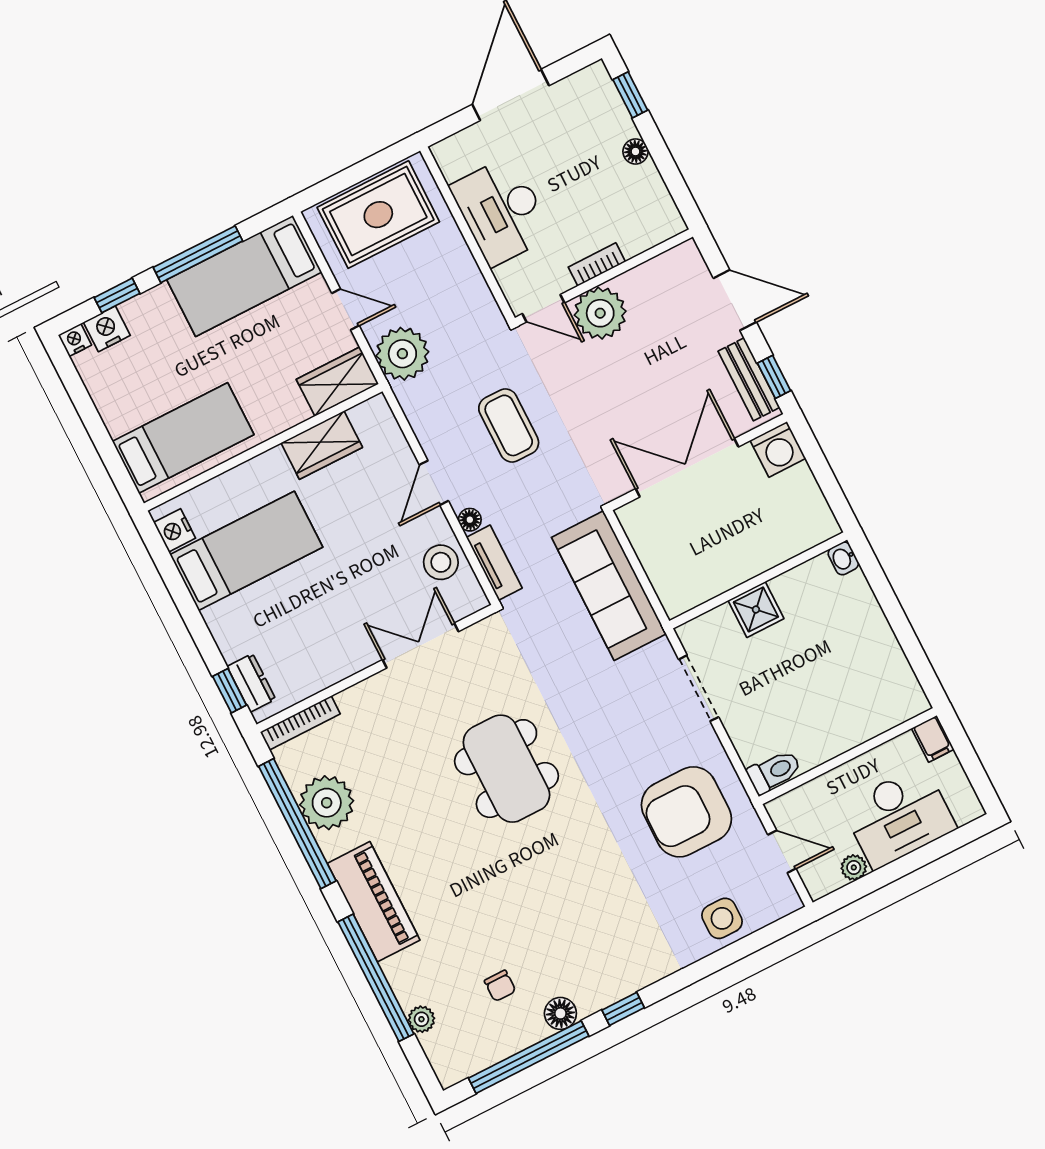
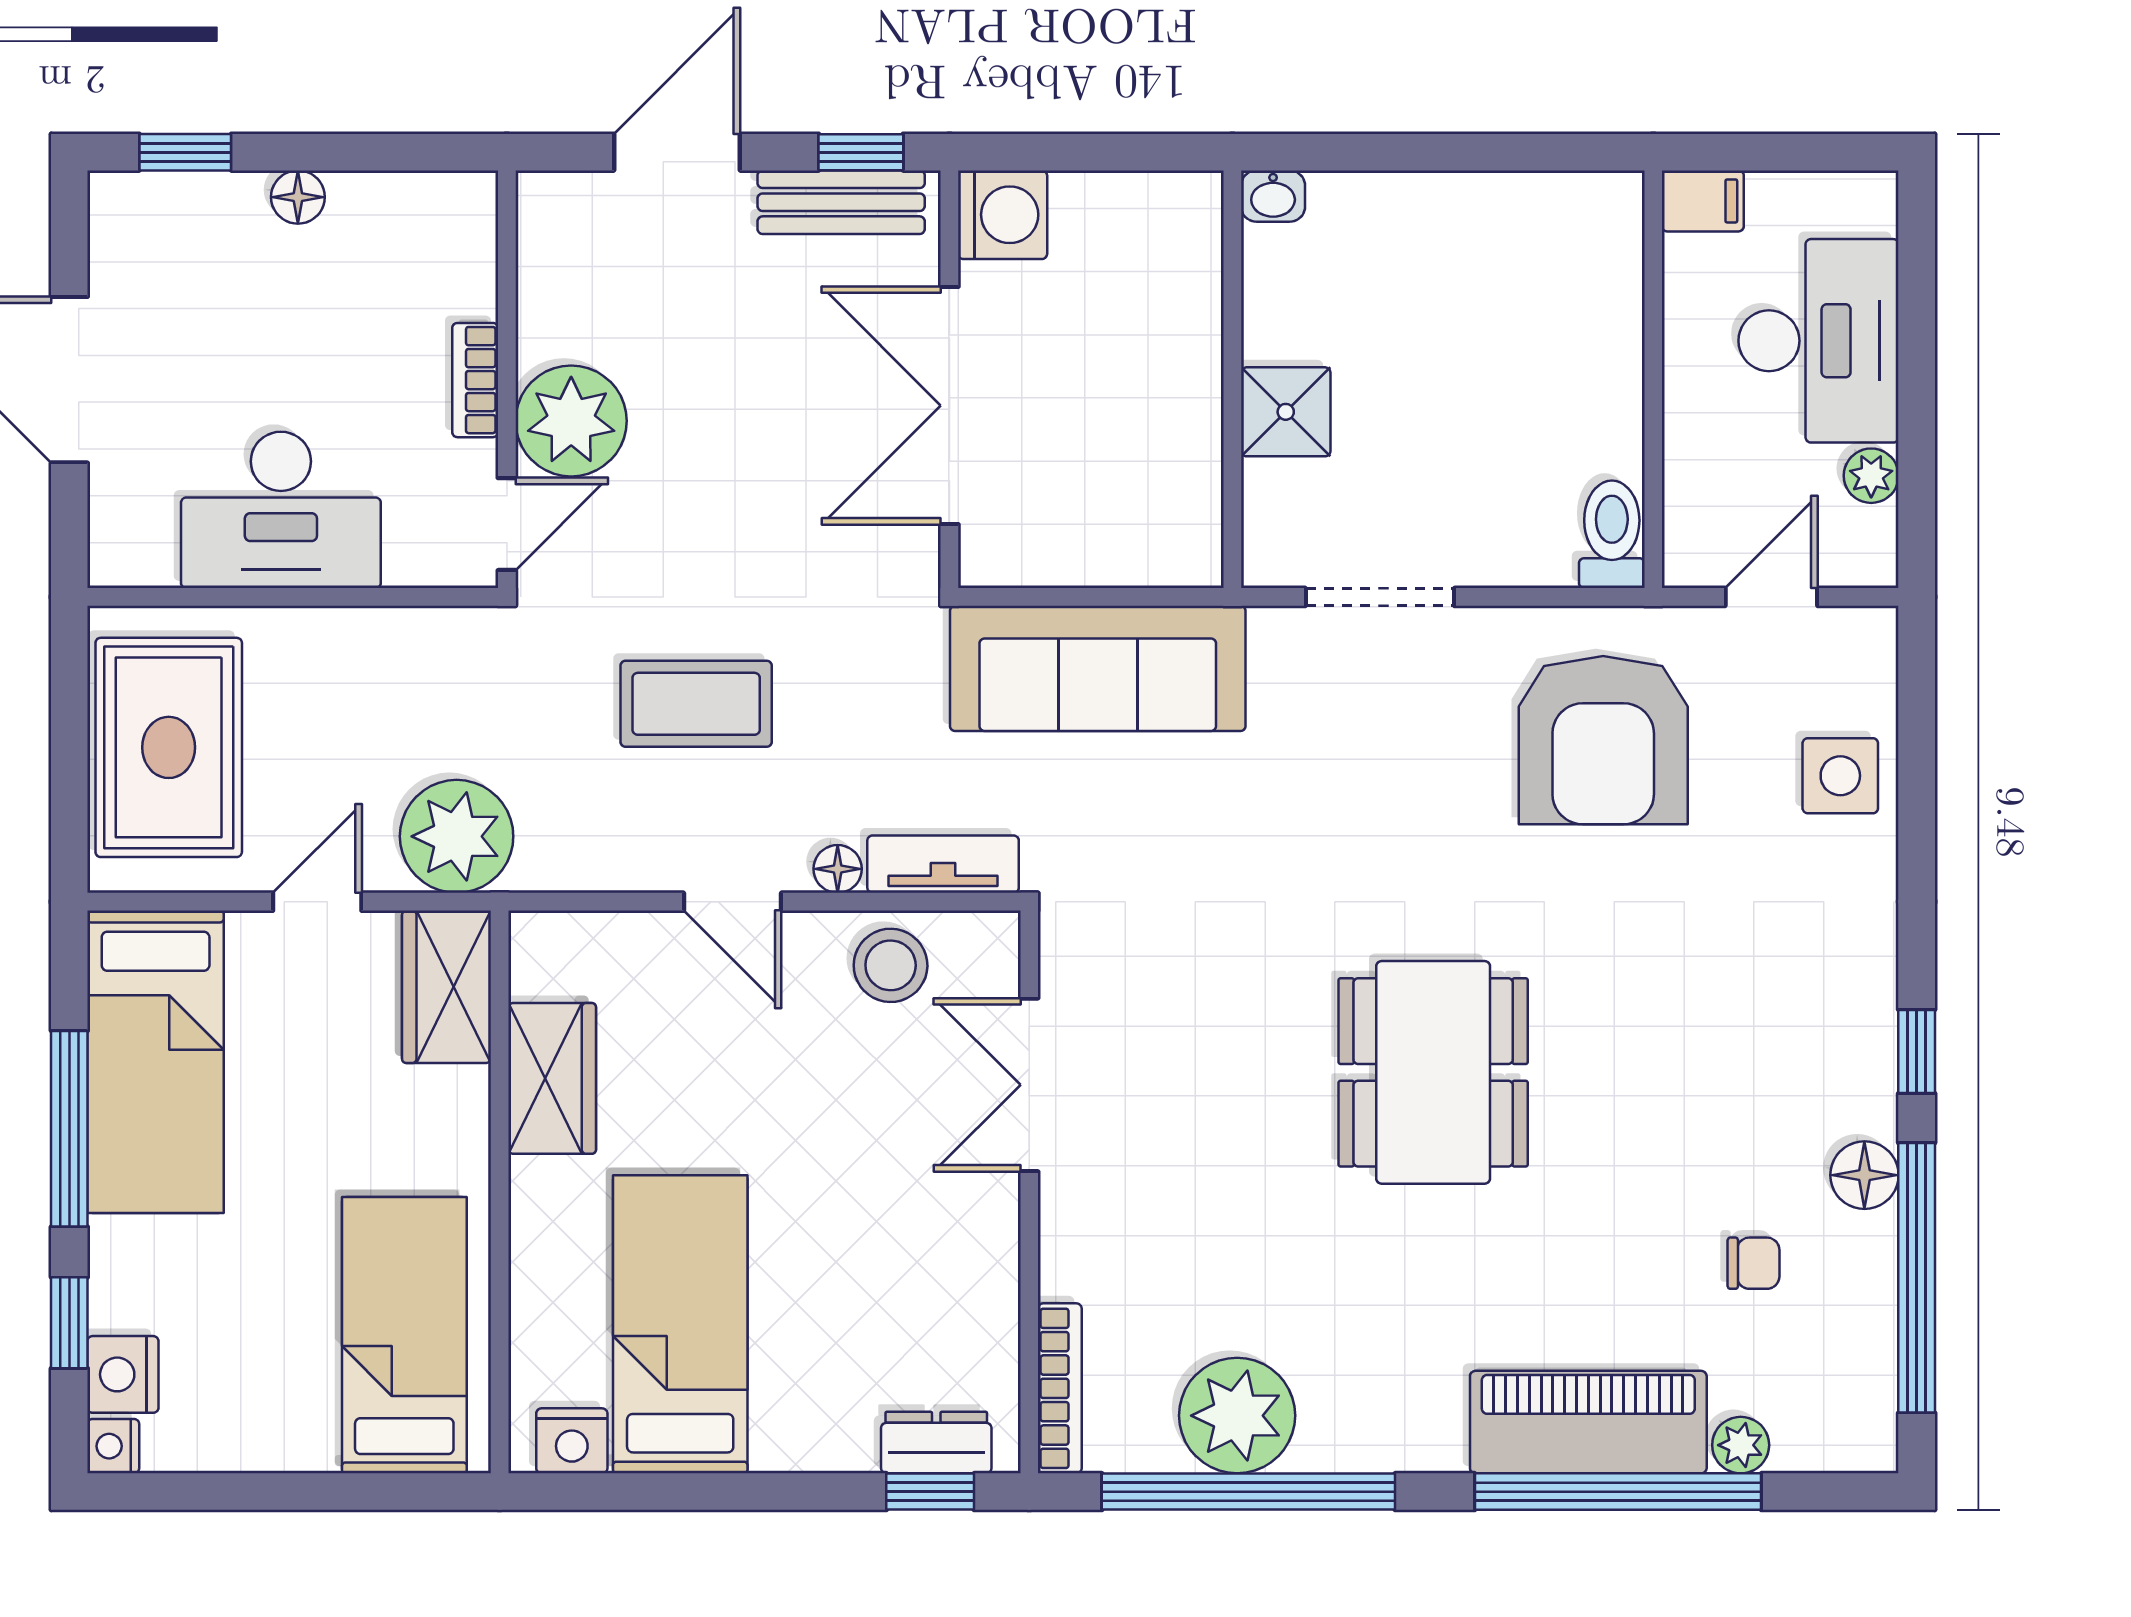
dining table: (506, 769) -> (1433, 1072), moved, turned 90
piano: (374, 902) -> (1588, 1422), moved

